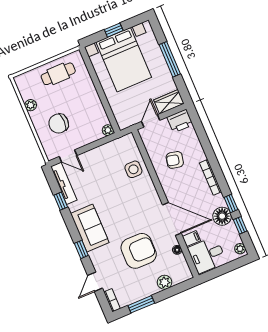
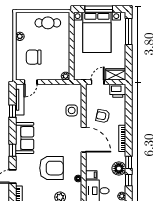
window: (114, 30) -> (99, 9), width x2.17
window: (170, 59) -> (129, 32), moved
door: (68, 156) -> (31, 82), hinge flipped
door: (172, 219) -> (84, 140), moved

